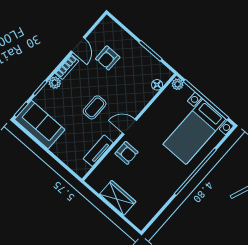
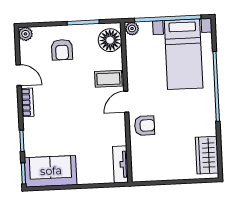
armchair: (108, 58) -> (62, 50), moved
plant: (55, 83) -> (25, 34), moved
floor lamp: (157, 85) -> (110, 40), width x1.89, depth x1.89
coffee table: (95, 107) -> (108, 79), moved, turned 90
tv unit: (98, 151) -> (120, 164), moved
wardrobe: (118, 198) -> (207, 155), moved, turned -90

